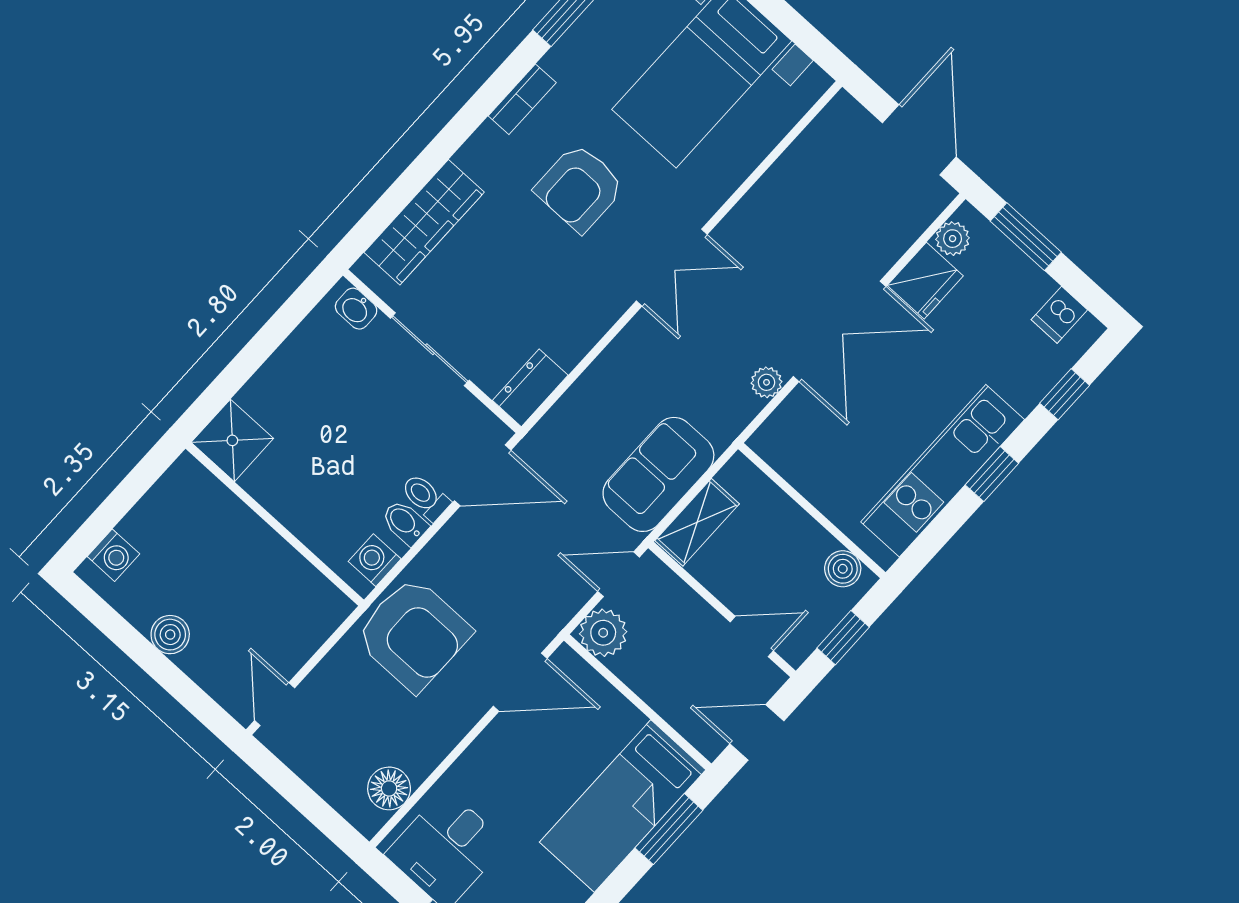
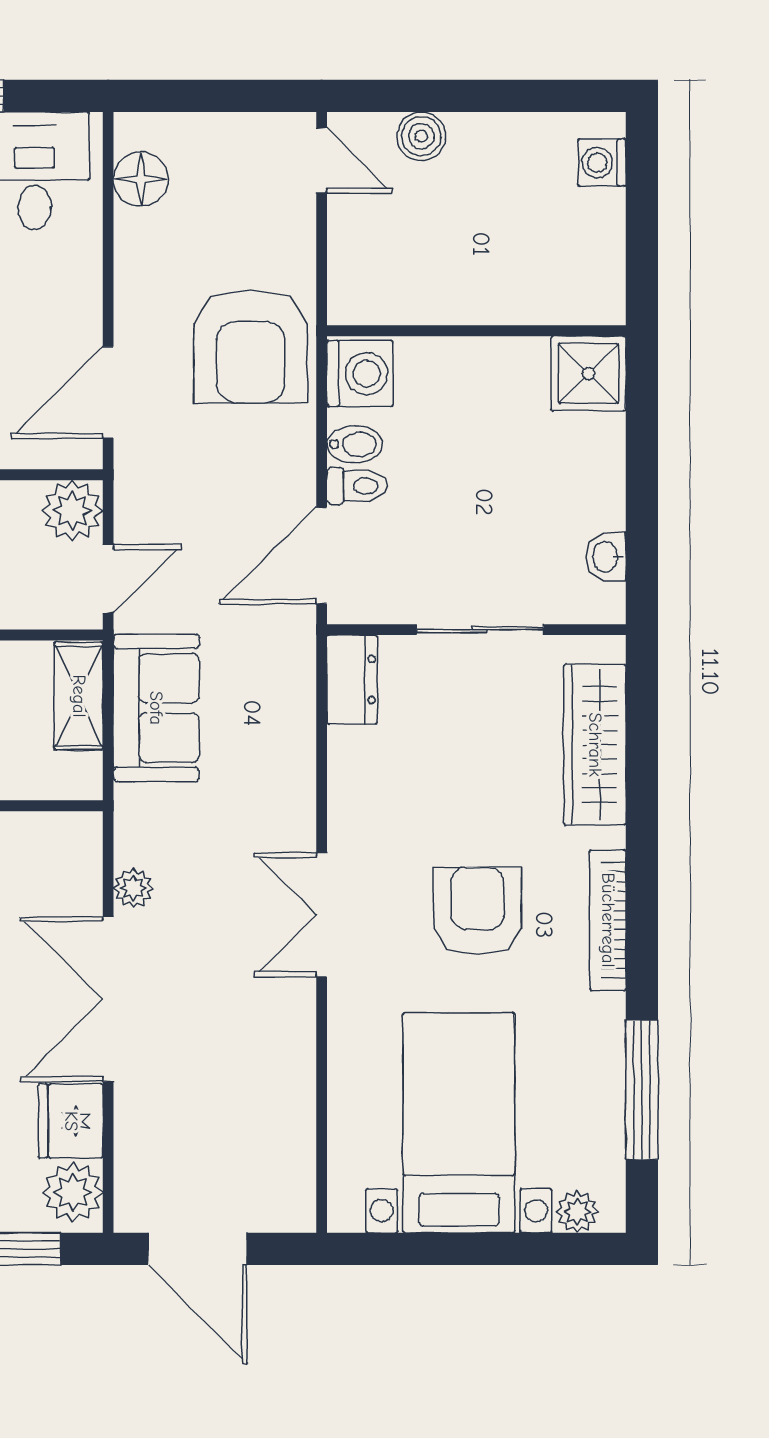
bookcase: (522, 99) -> (608, 920), width x1.56
plant: (953, 239) -> (73, 1192), width x1.38, depth x1.38
washbasin: (356, 309) -> (606, 557), moved, turned -90
washing machine: (375, 560) -> (360, 374), width x1.38, depth x1.38
armchair: (413, 634) -> (251, 346), turned -90
boiler: (170, 635) -> (421, 136), moved

